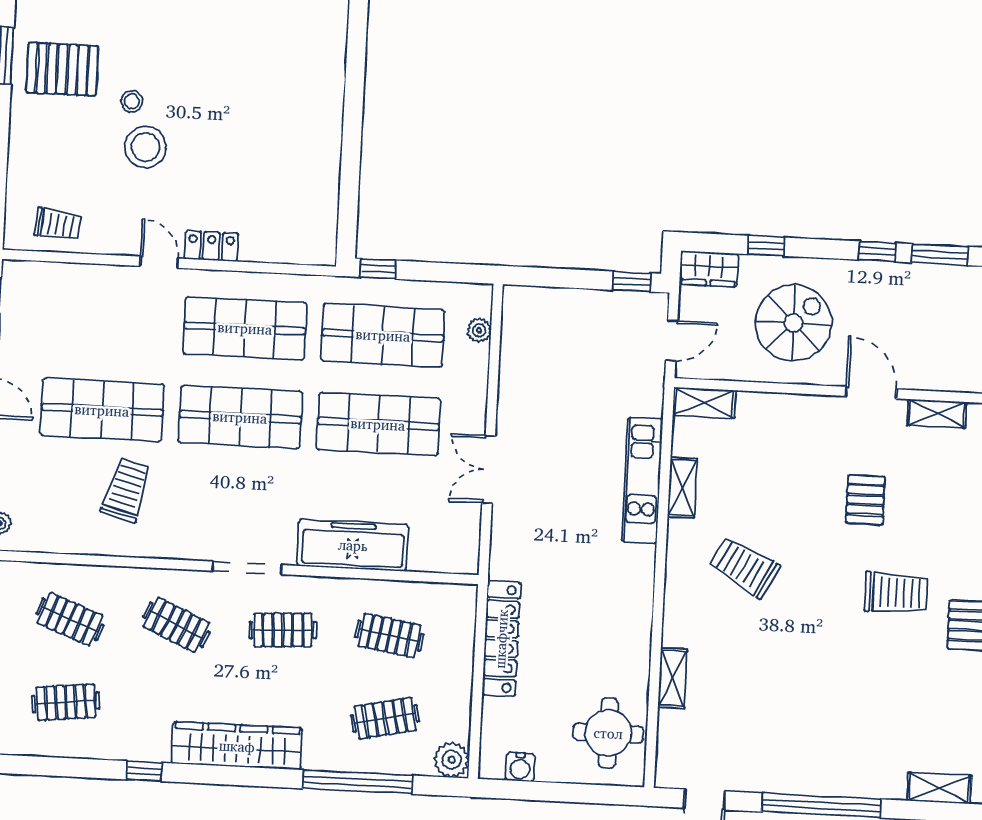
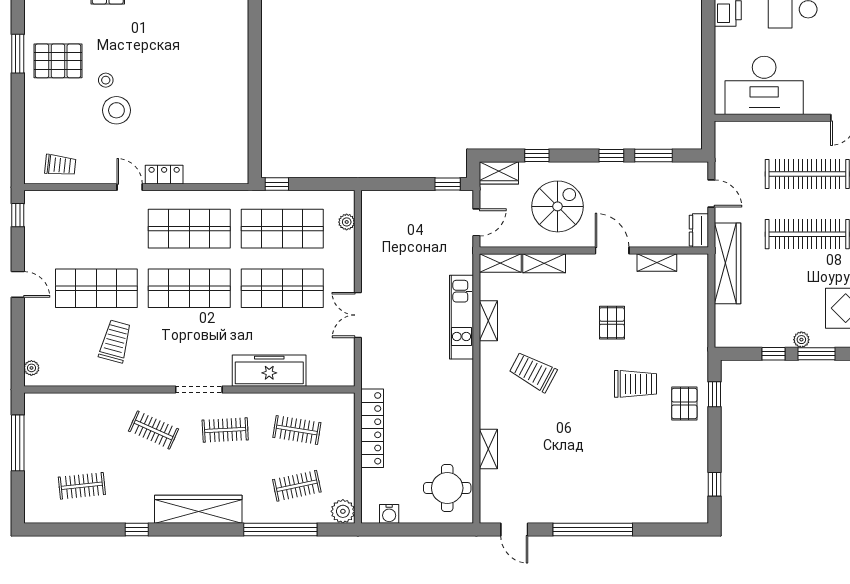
clothes rail: (70, 619) -> (82, 430), removed
shelving: (939, 788) -> (544, 263), moved

